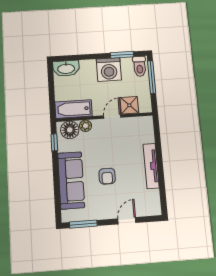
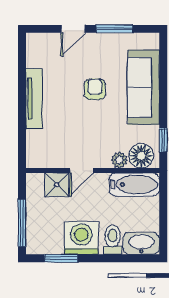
toilet: (140, 66) -> (113, 240), moved
window: (83, 224) -> (115, 29), moved

